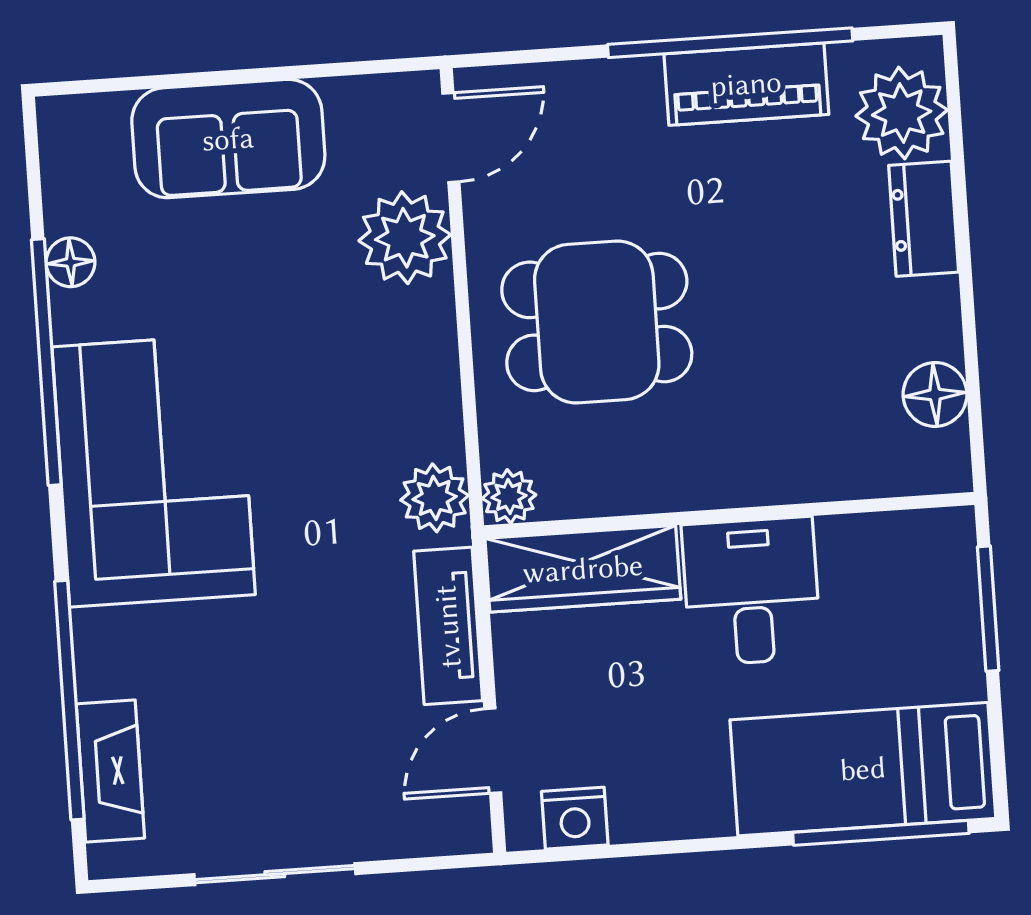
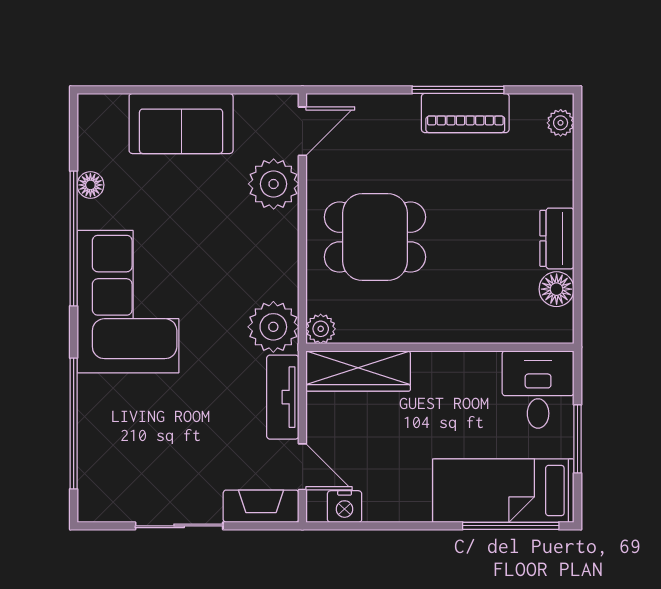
window: (730, 43) -> (458, 90), width x0.68
plant: (902, 113) -> (561, 123), width x0.53, depth x0.53
dresser: (924, 219) -> (557, 238), moved
plant: (435, 498) -> (273, 327), width x1.36, depth x1.36
desk: (751, 591) -> (538, 389), moved
window: (988, 609) -> (578, 439), moved
door: (493, 751) -> (302, 467), swing flipped
fireplace: (110, 771) -> (261, 506), moved, turned -90

